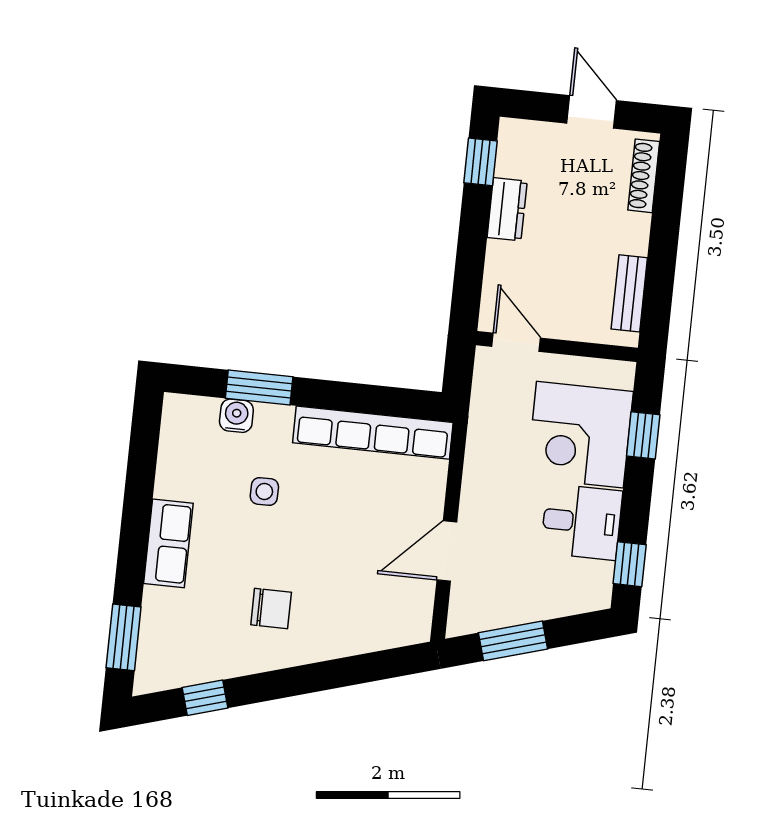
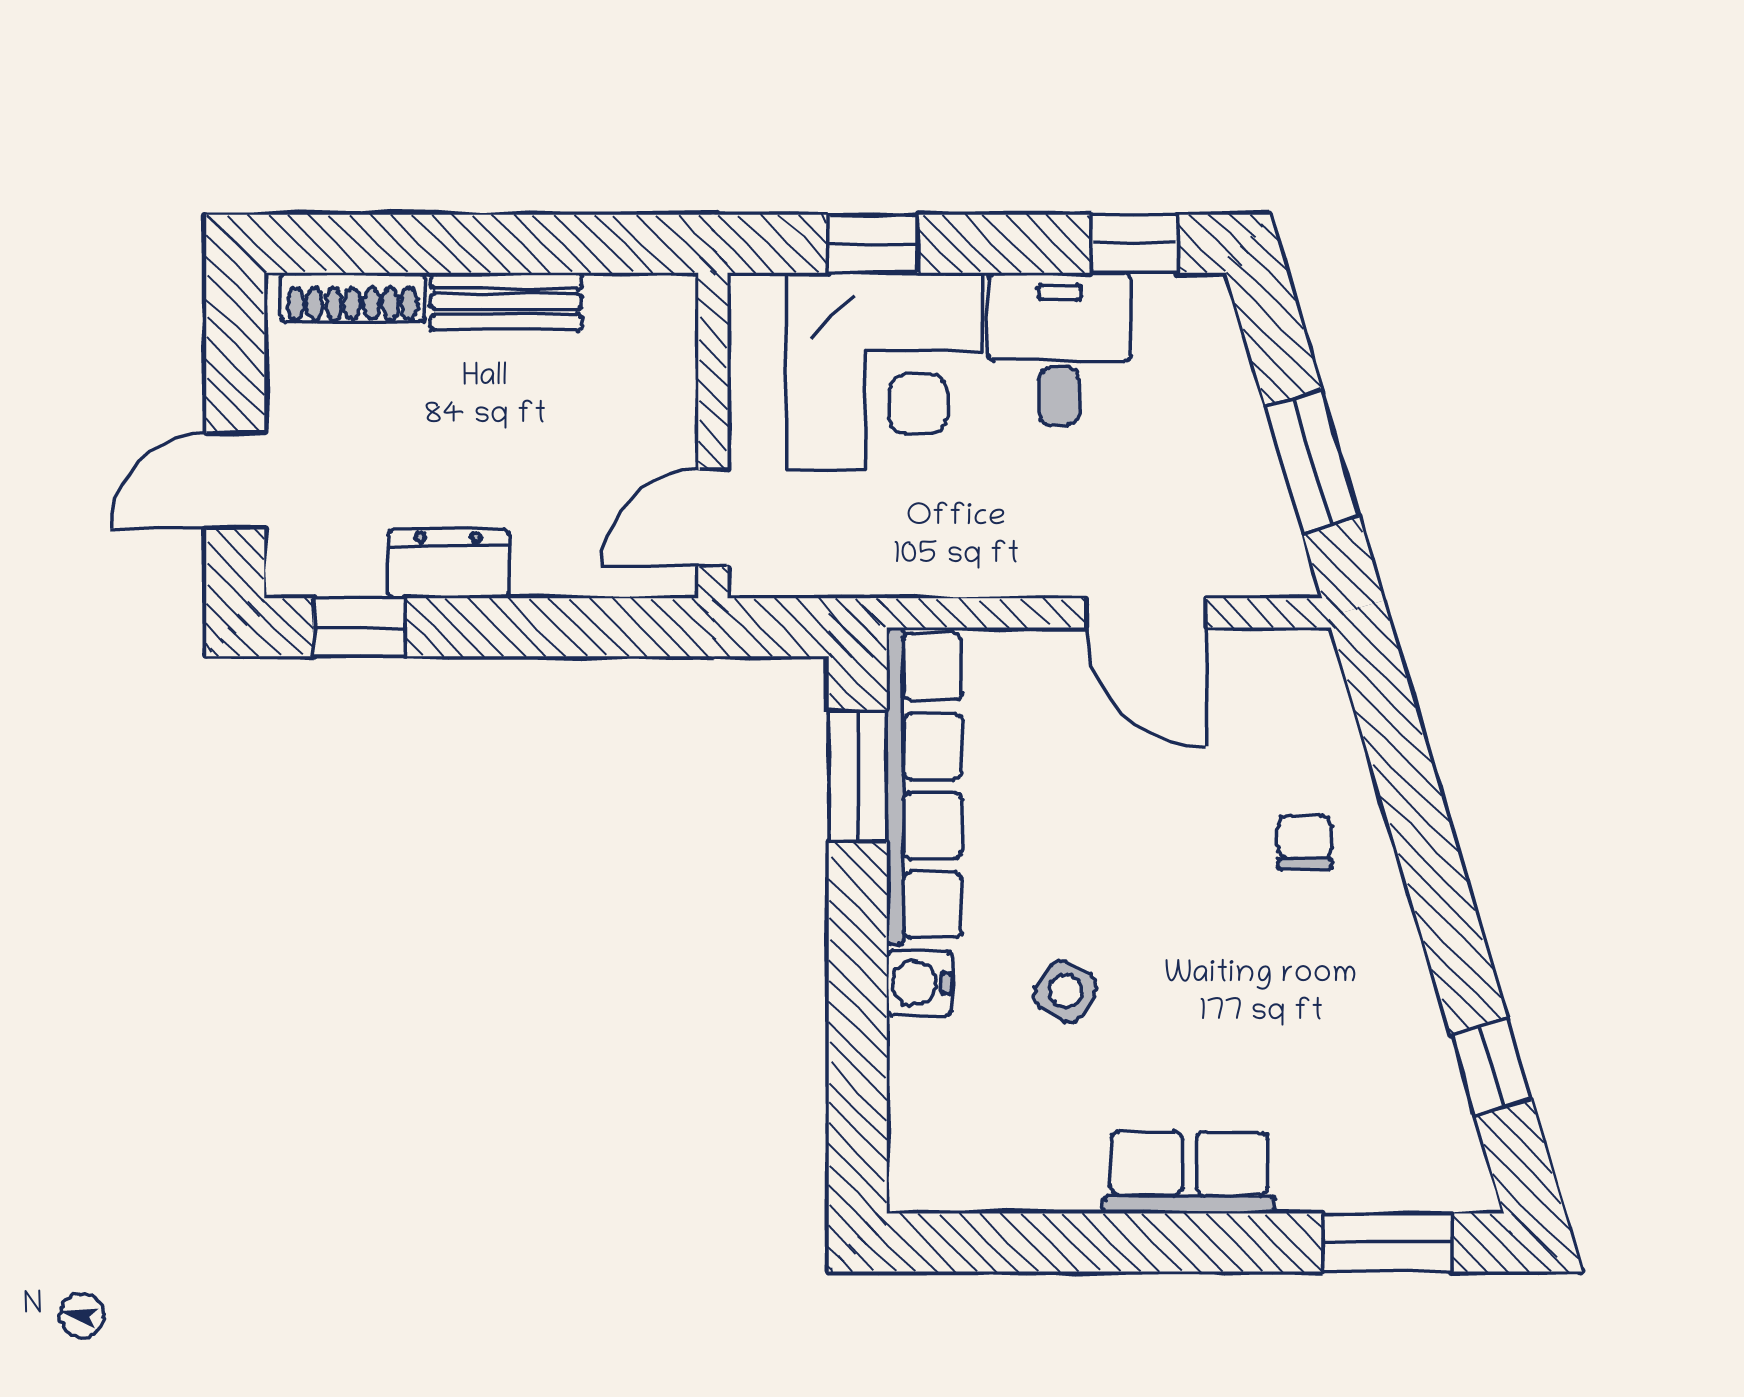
door: (592, 112) -> (235, 481), moved
bench: (629, 293) -> (506, 301), moved
window: (259, 387) -> (858, 776), moved
water cooler: (236, 416) -> (919, 983), moved
side table: (264, 491) -> (1065, 991), turned 32
chair: (271, 608) -> (1305, 842), moved, width x0.73, depth x0.73

